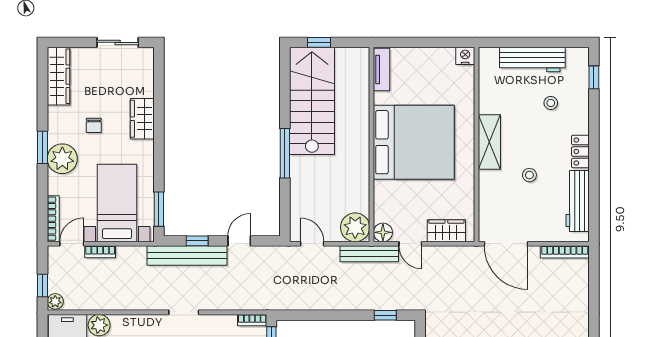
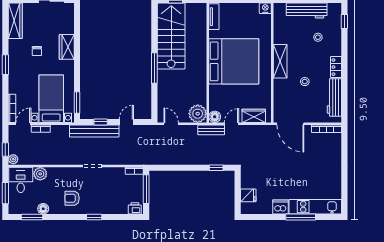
plant: (62, 159) -> (18, 71), removed
door: (410, 244) -> (232, 124), swing flipped
bench: (369, 254) -> (211, 130), width x0.73

